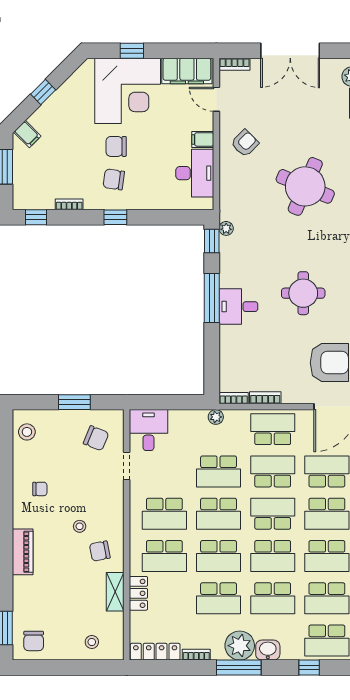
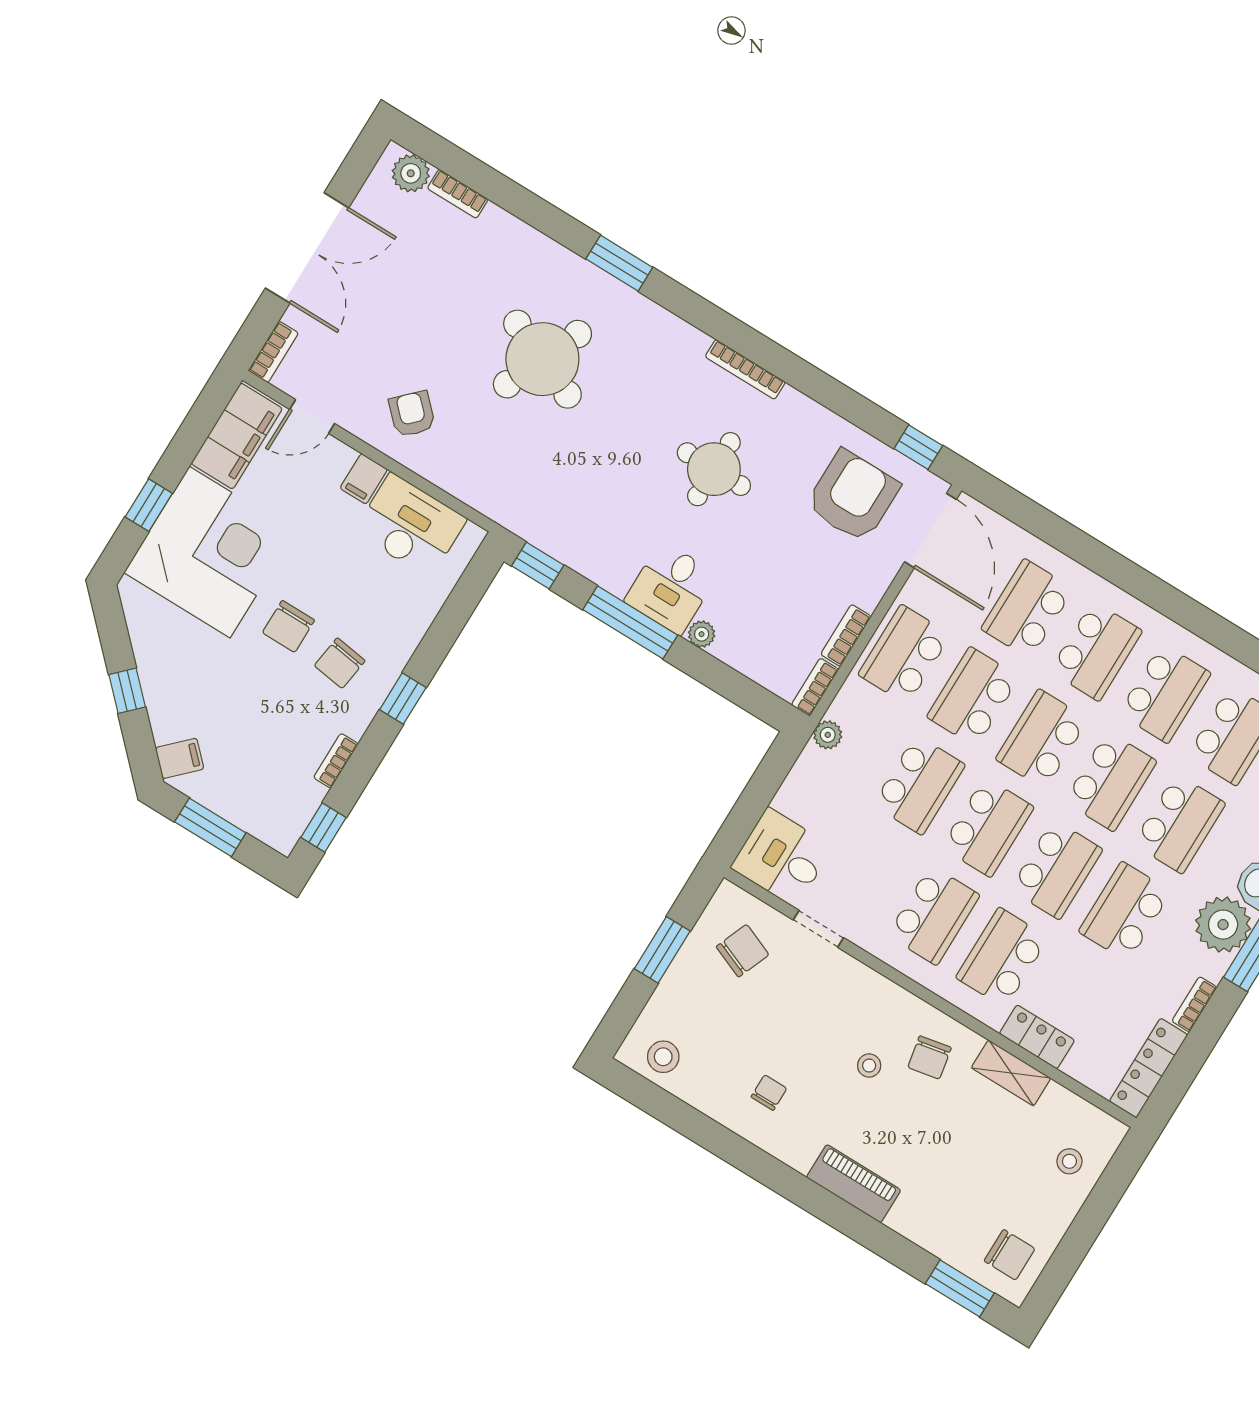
plant: (226, 228) -> (702, 634), moved
school desk: (164, 556) -> (1002, 957), turned 180
school desk: (219, 598) -> (1125, 912), turned 180

